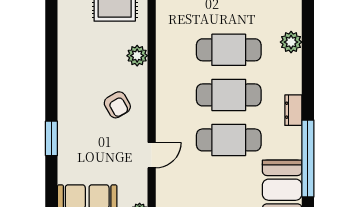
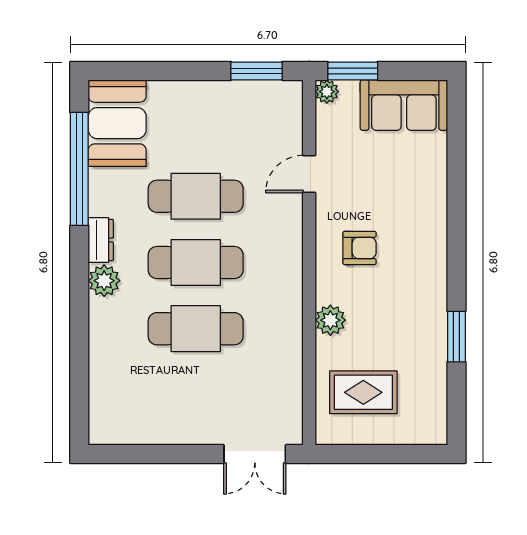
plant: (291, 42) -> (104, 281), moved
armchair: (117, 105) -> (360, 248), turned 120
window: (51, 138) -> (456, 337), moved

